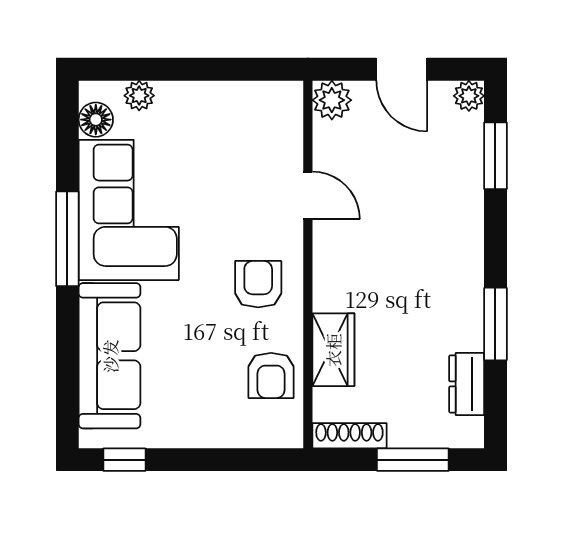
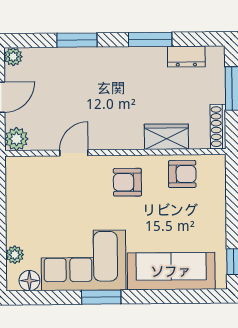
window: (495, 156) -> (77, 40), moved
window: (67, 239) -> (101, 297), width x0.69

